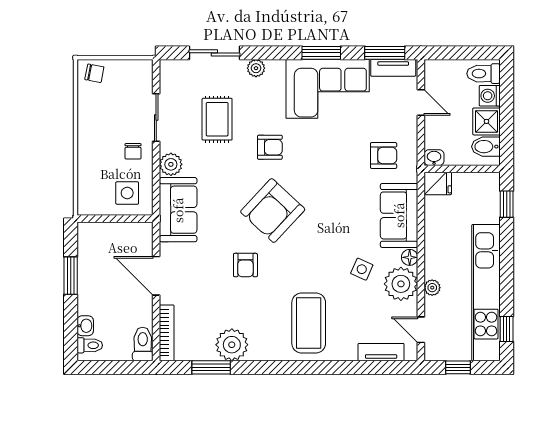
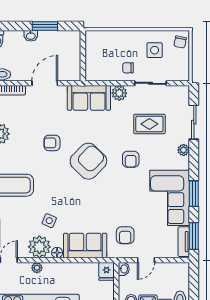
door: (421, 103) -> (146, 260), moved
side table: (127, 193) -> (155, 50), moved
armchair: (273, 211) -> (88, 161), turned 91
washbasin: (85, 326) -> (31, 36), moved

